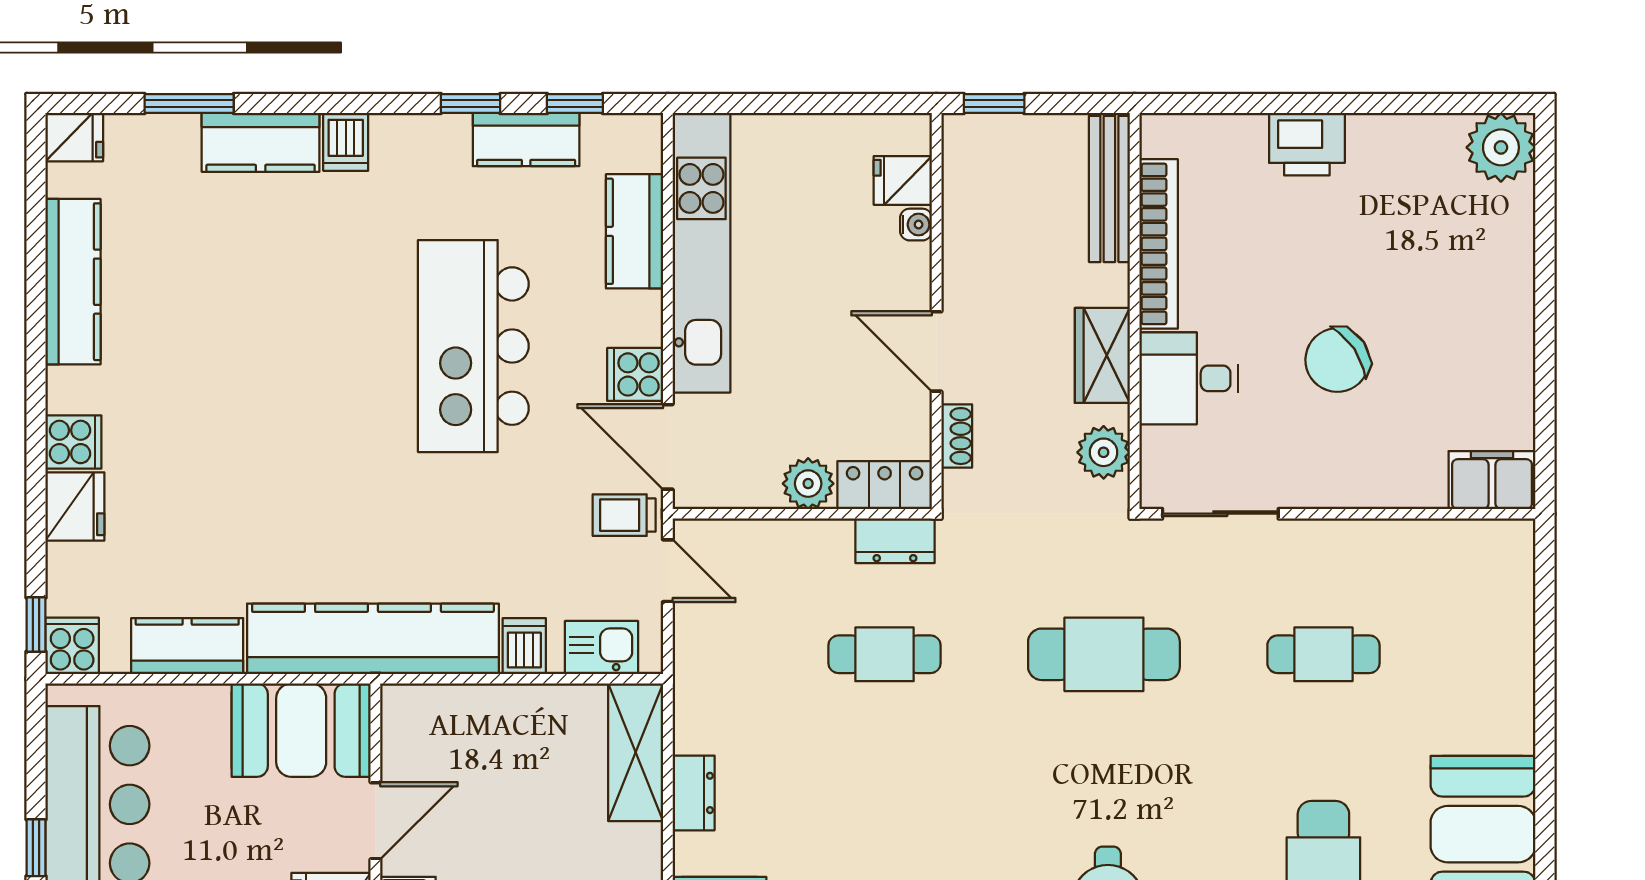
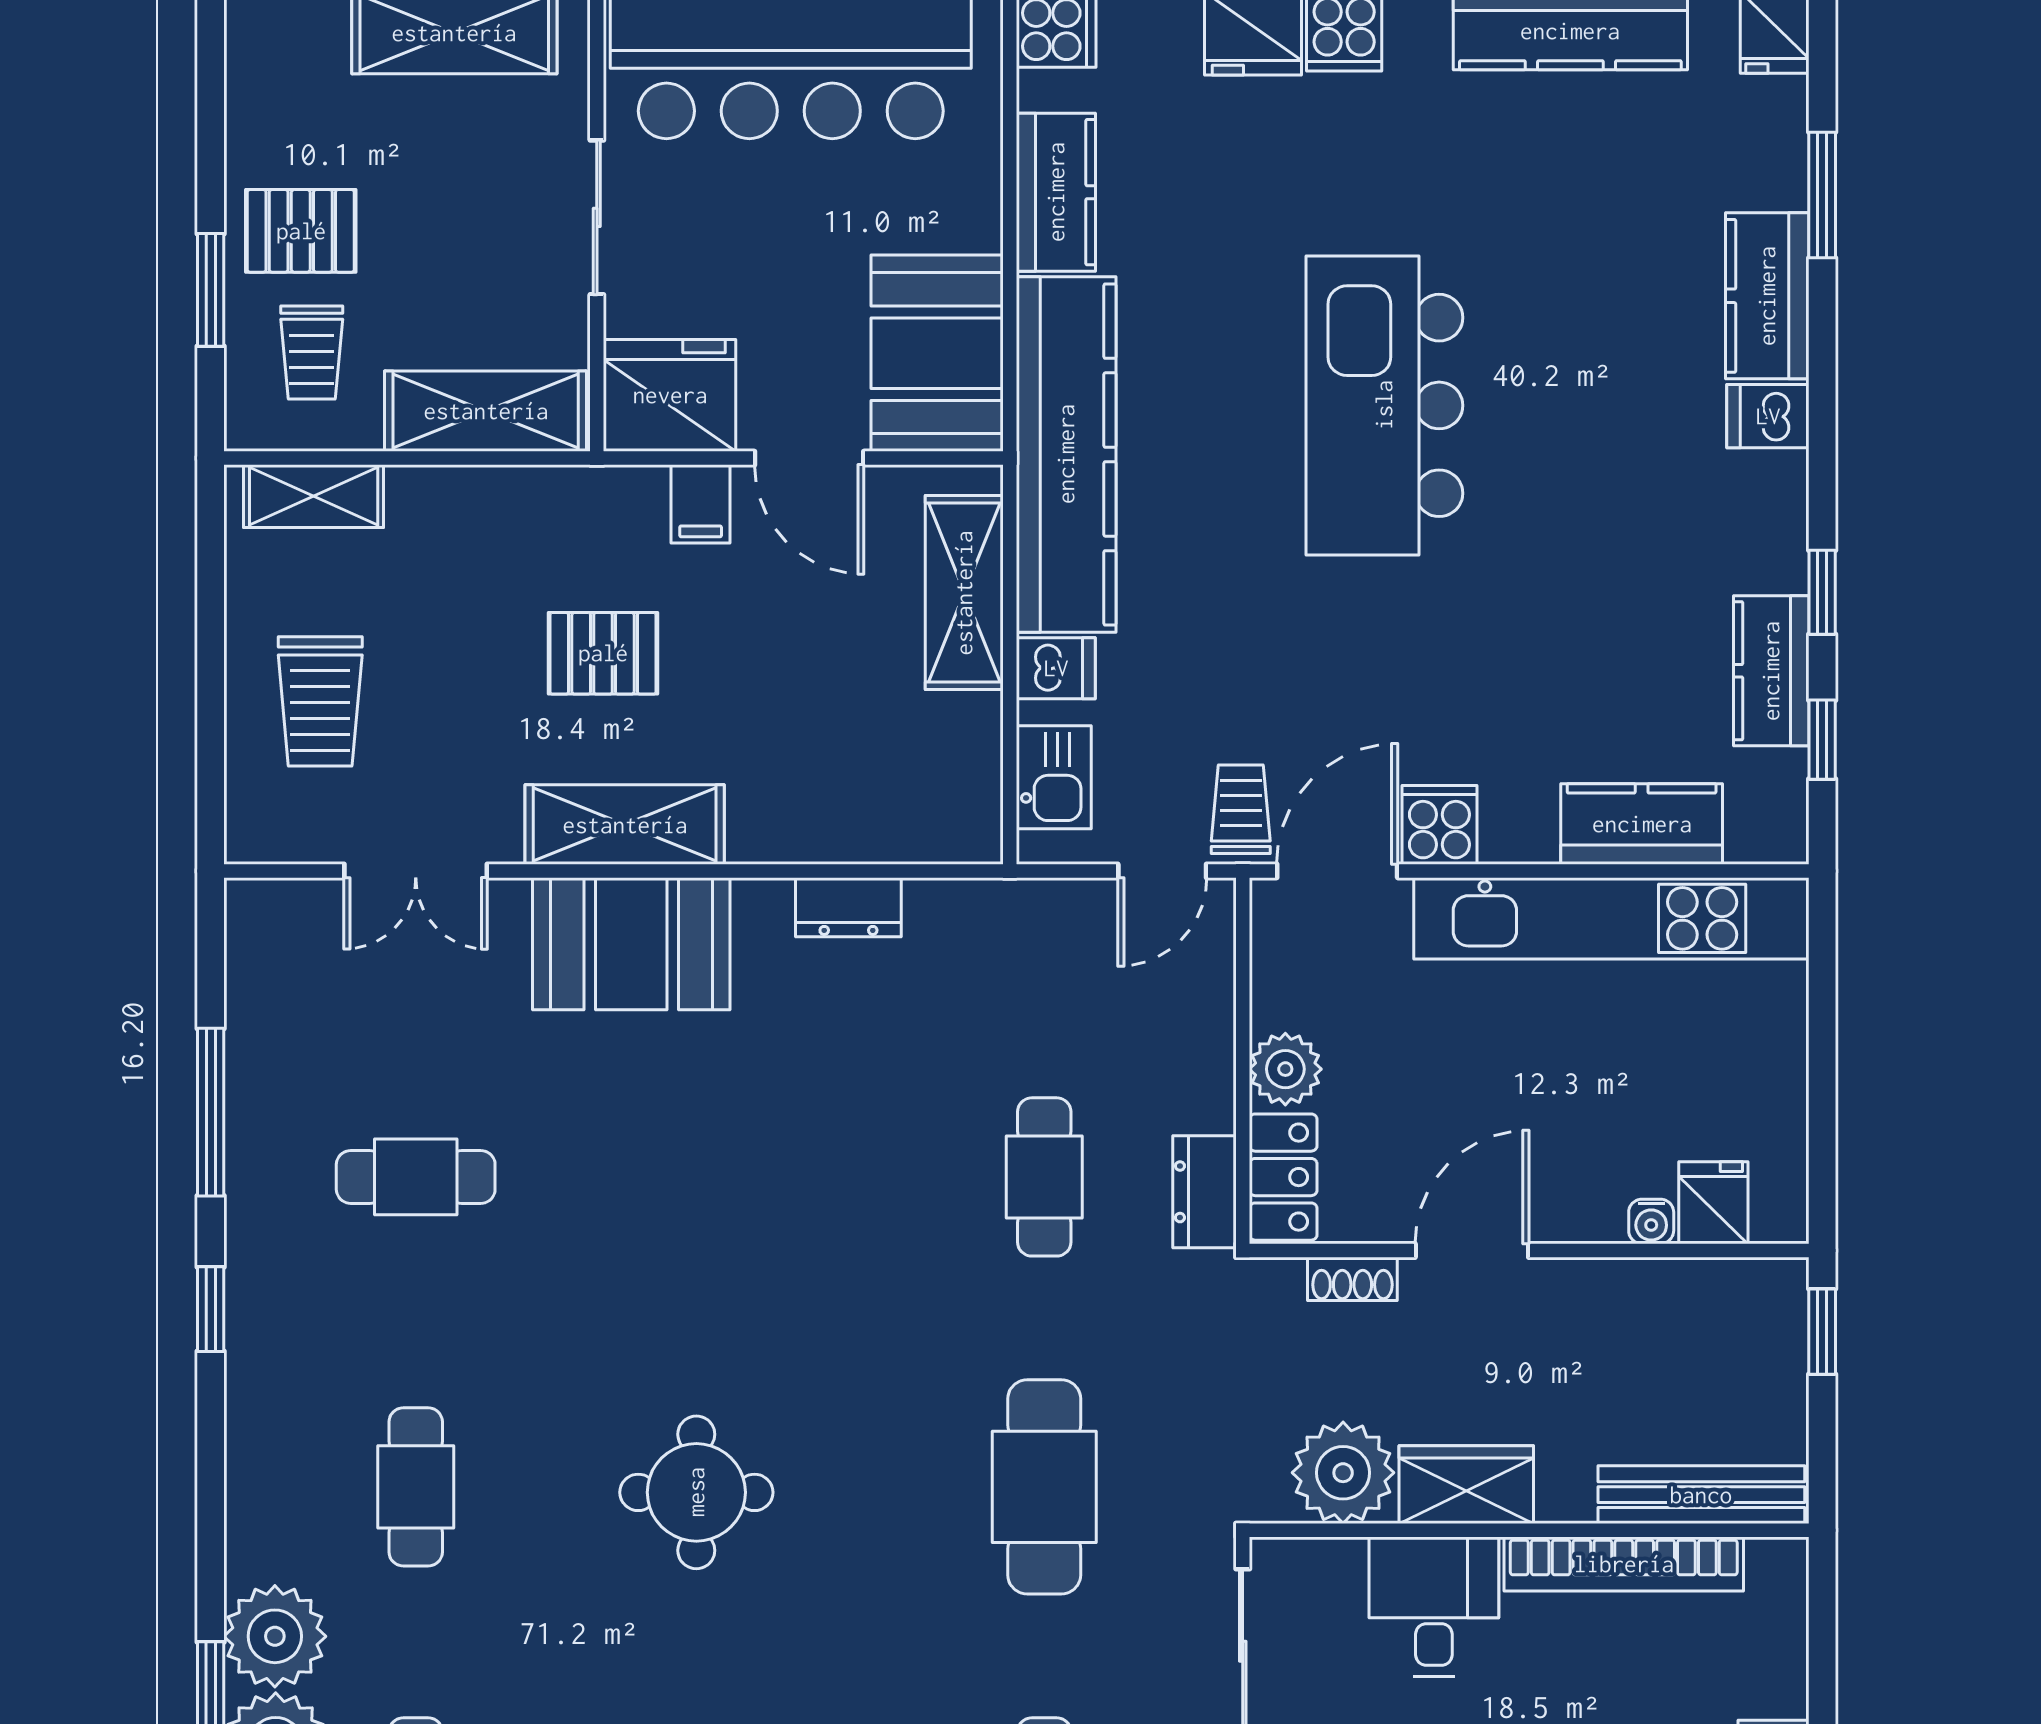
kitchen island: (473, 346) -> (1384, 405), moved, turned -90
plant: (1104, 452) -> (1343, 1473), width x1.36, depth x1.36
shelving: (636, 752) -> (964, 593), moved, turned 90

